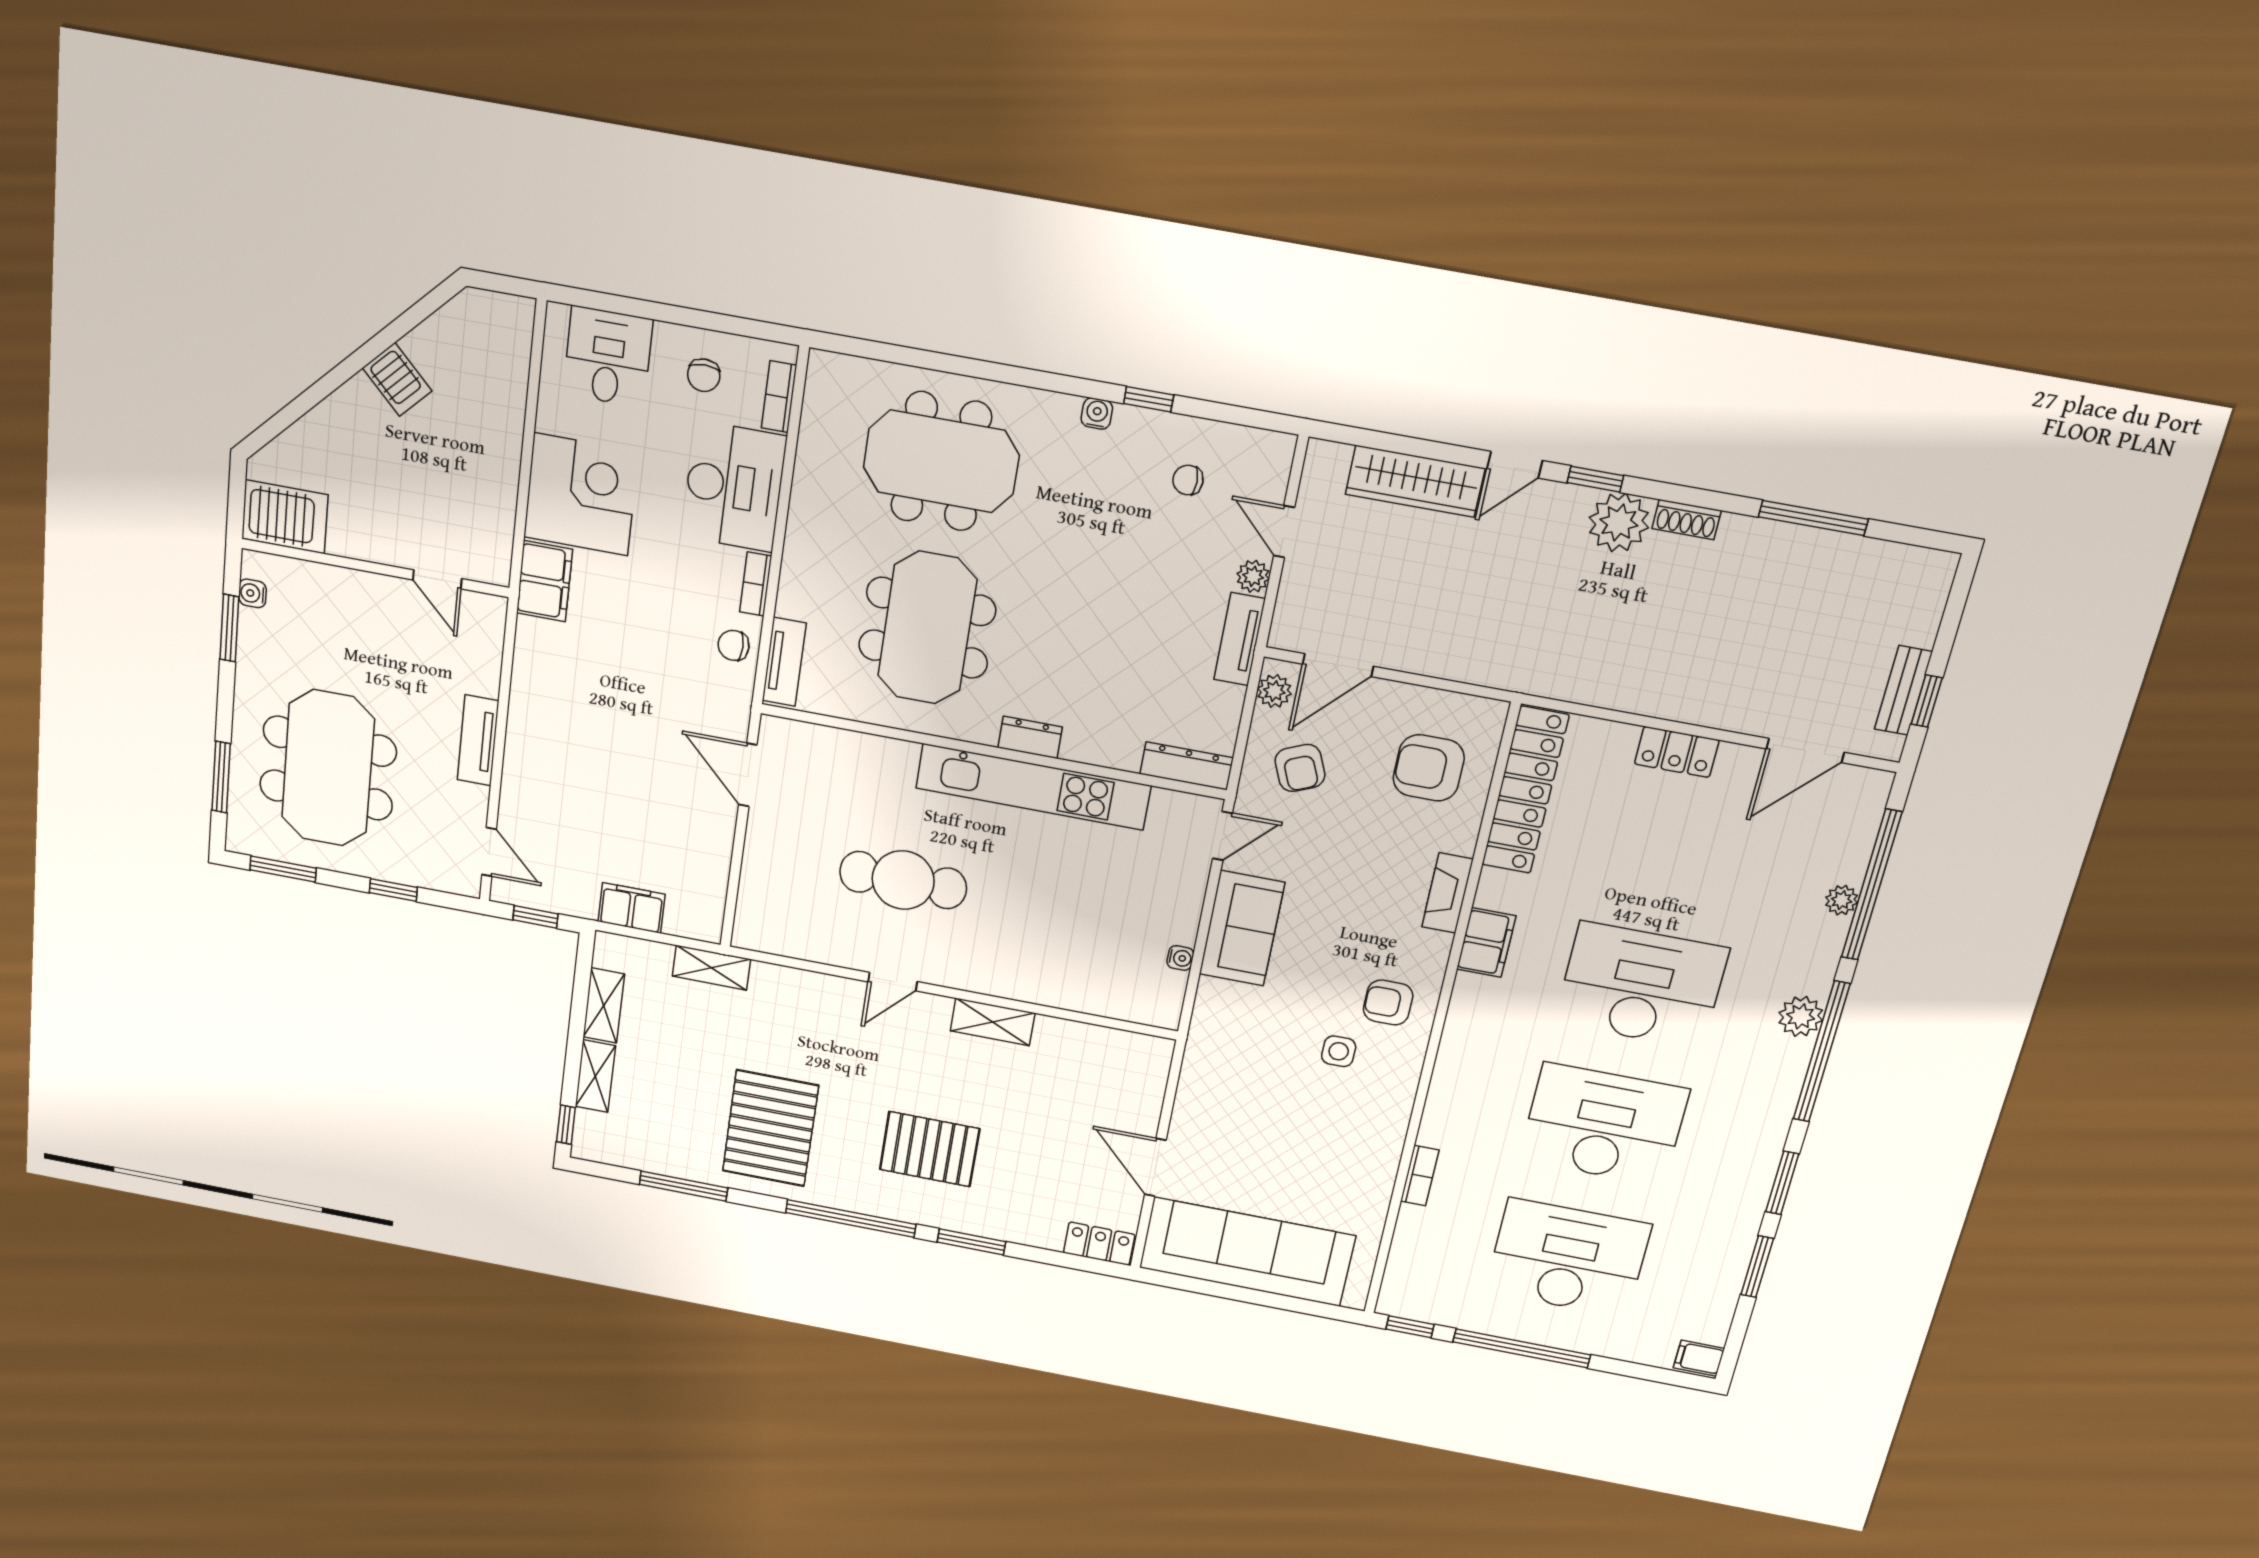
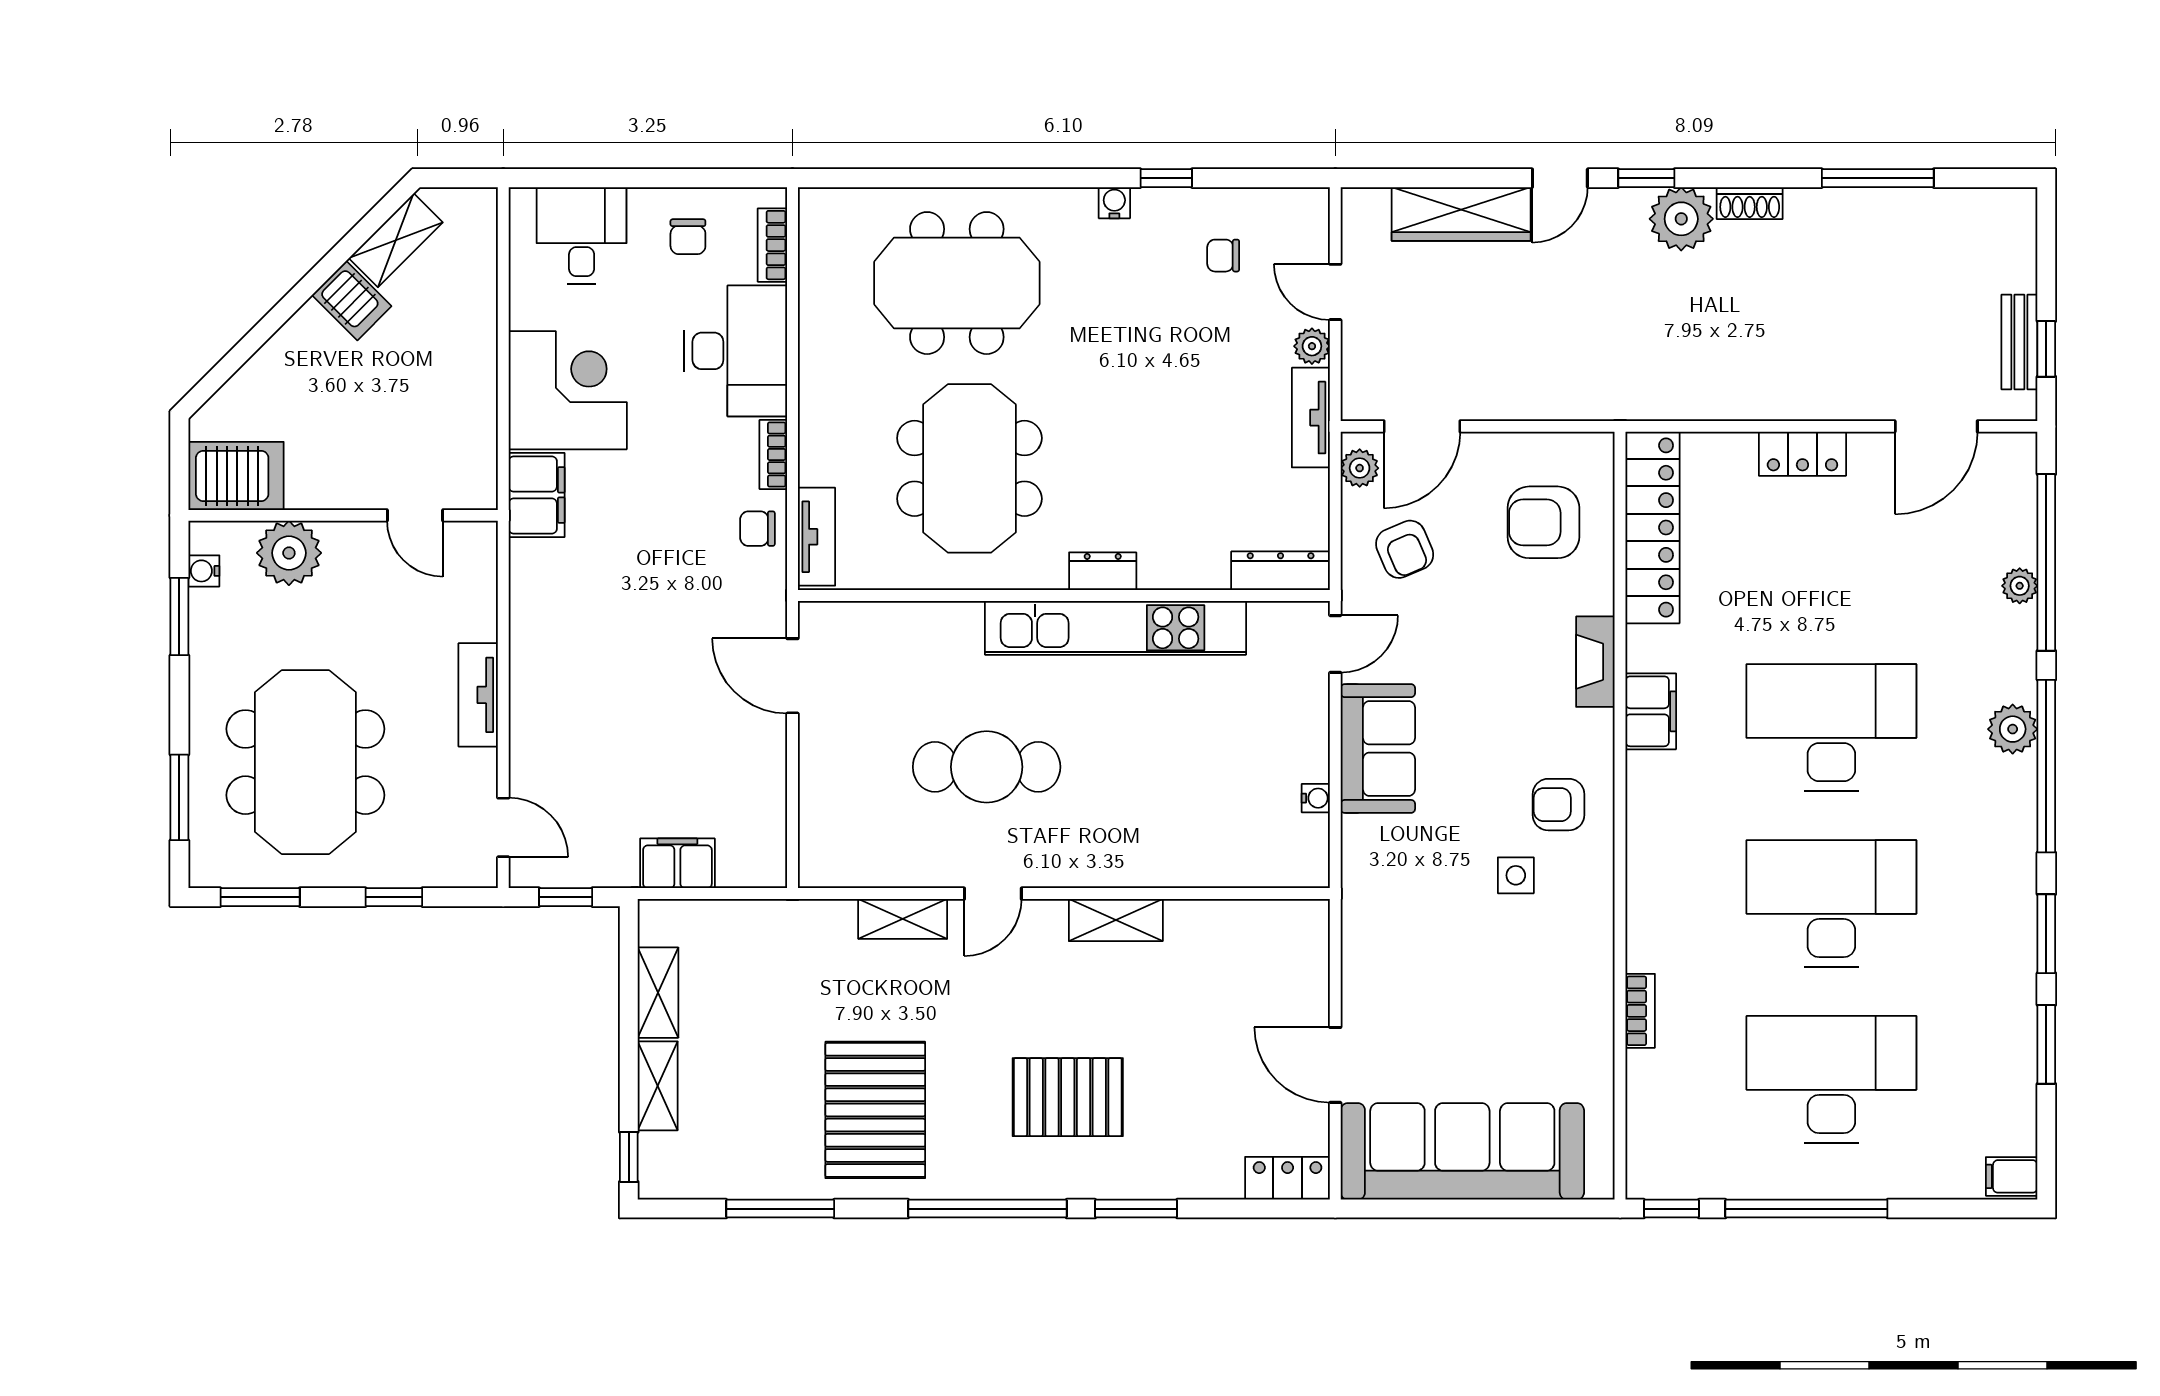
shelving: (441, 331) -> (396, 240), added
plant: (326, 592) -> (289, 553), added
shelving: (711, 968) -> (903, 919), moved

